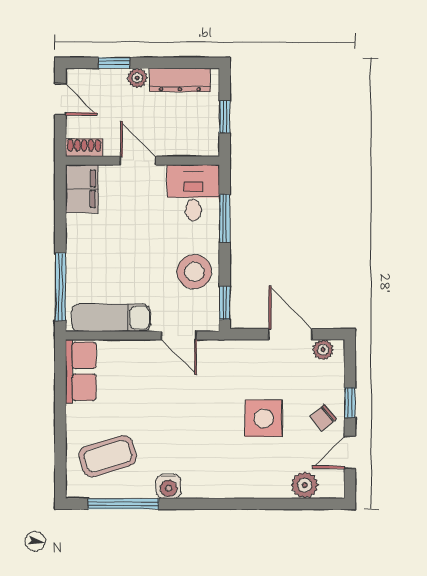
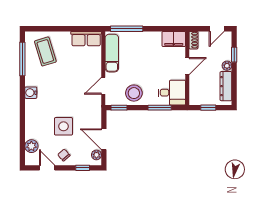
door: (290, 334) -> (104, 139), swing flipped
window: (350, 403) -> (83, 168), moved
water cooler: (169, 486) -> (31, 93), moved

